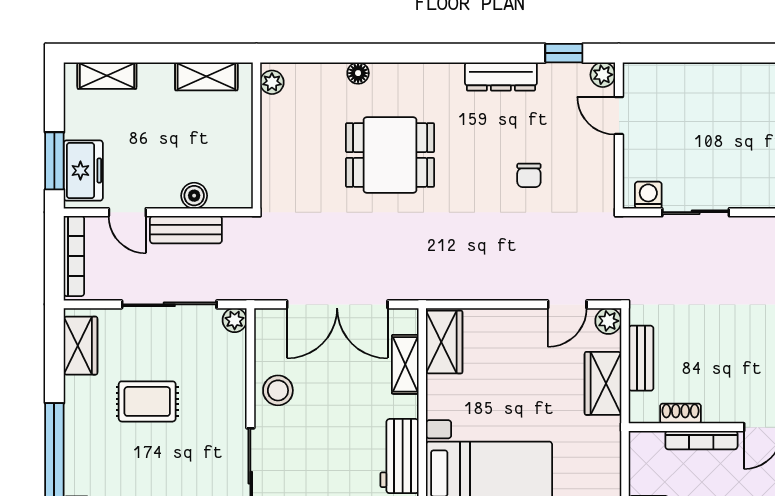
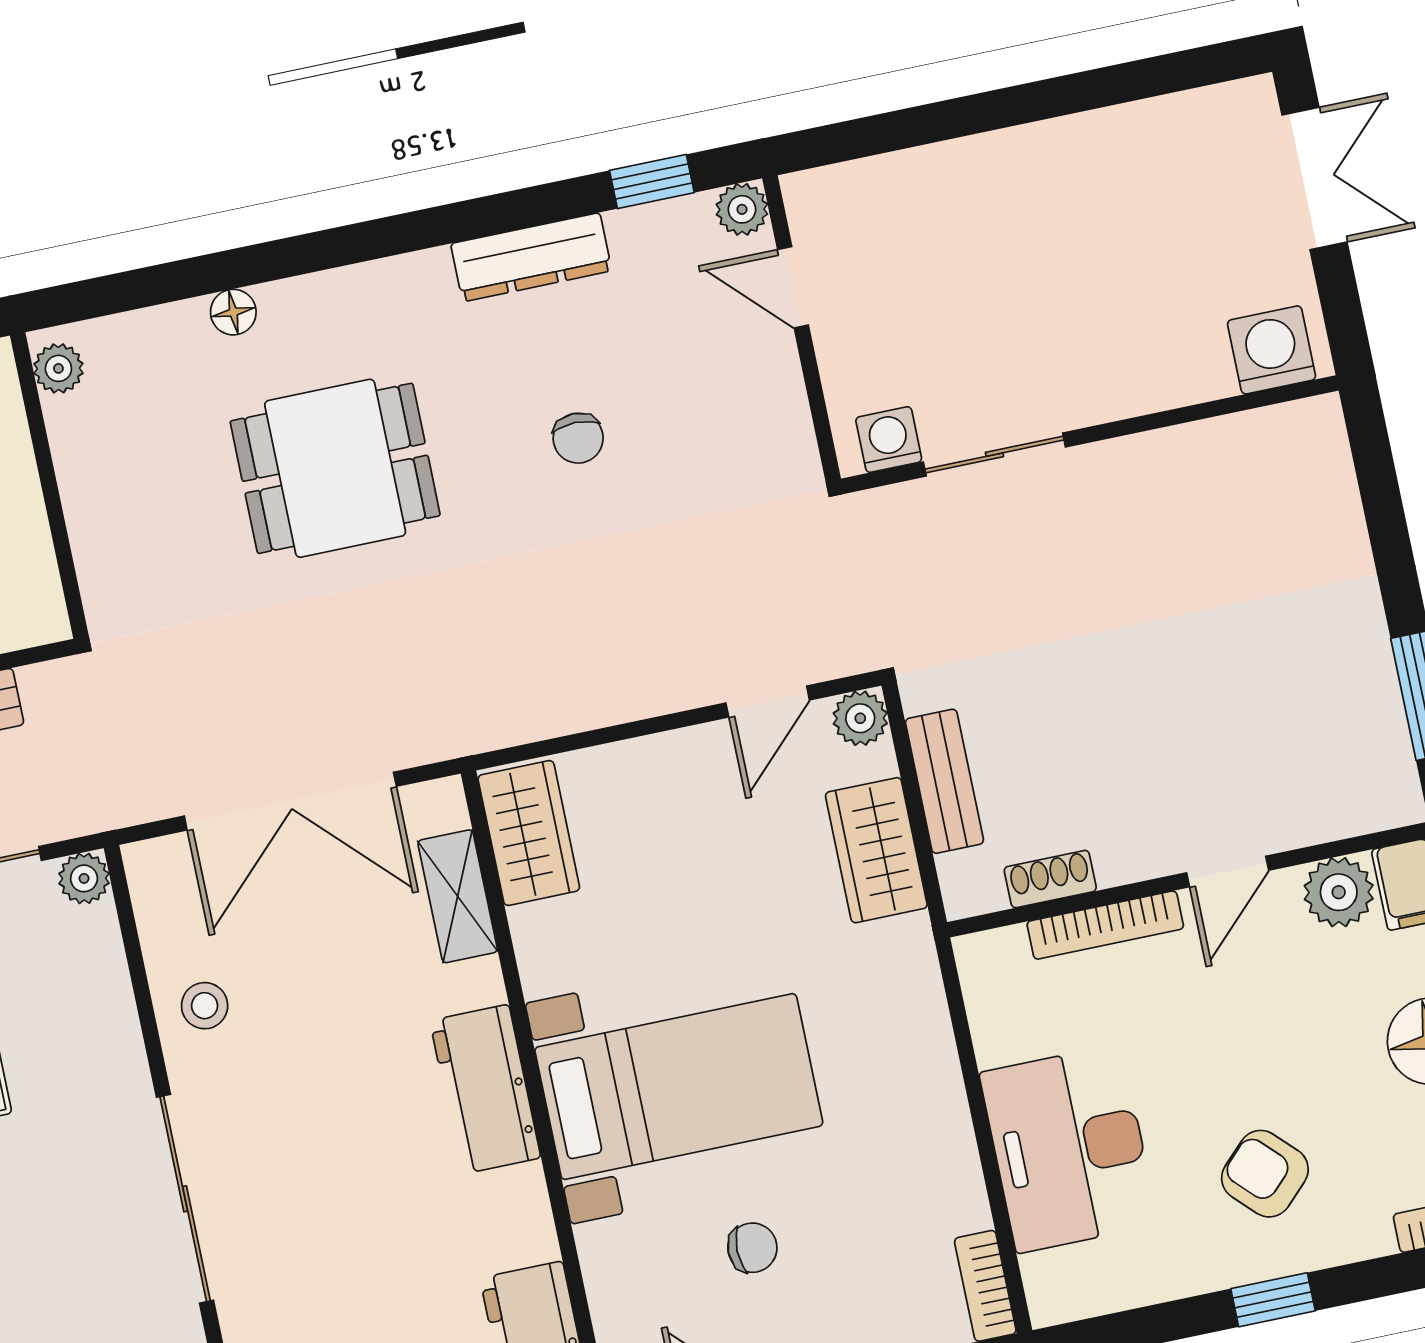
chair: (529, 175) -> (578, 438), moved
stool: (278, 390) -> (205, 1006), width x0.73, depth x0.73

